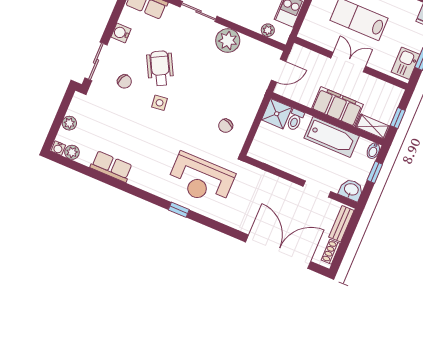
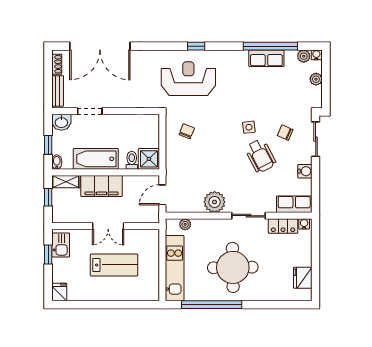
window: (102, 177) -> (270, 46), added

